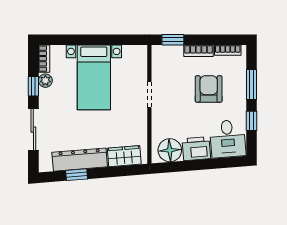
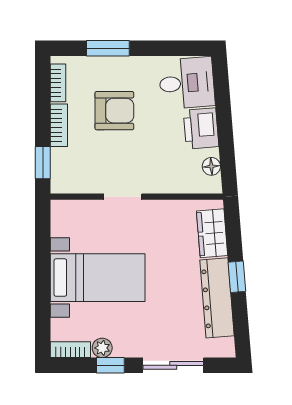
armchair: (209, 89) -> (114, 111), turned 180
window: (252, 121) -> (161, 48), removed
floor lamp: (170, 150) -> (211, 166), width x0.53, depth x0.53
window: (77, 175) -> (237, 277), moved

